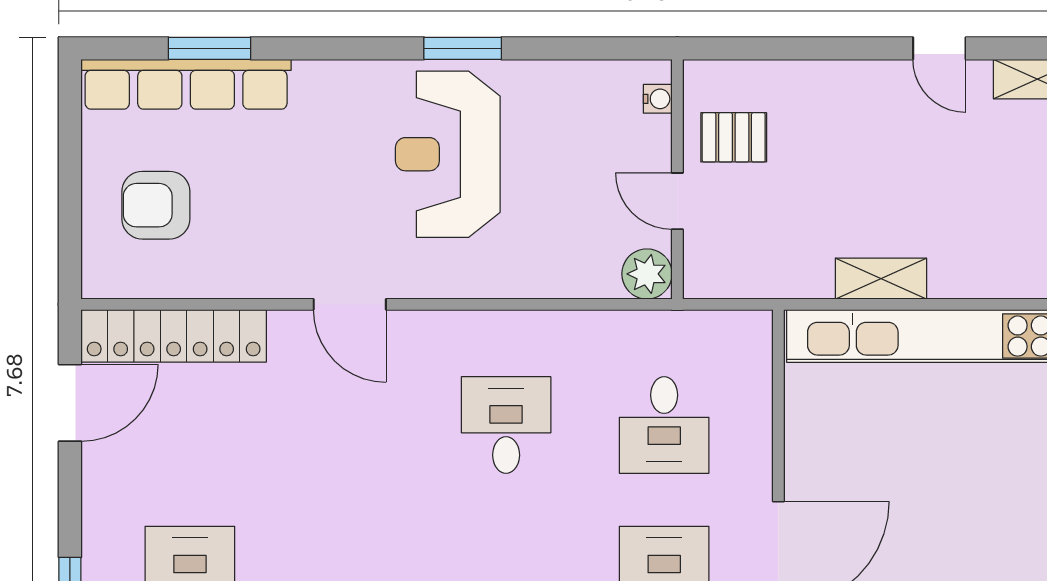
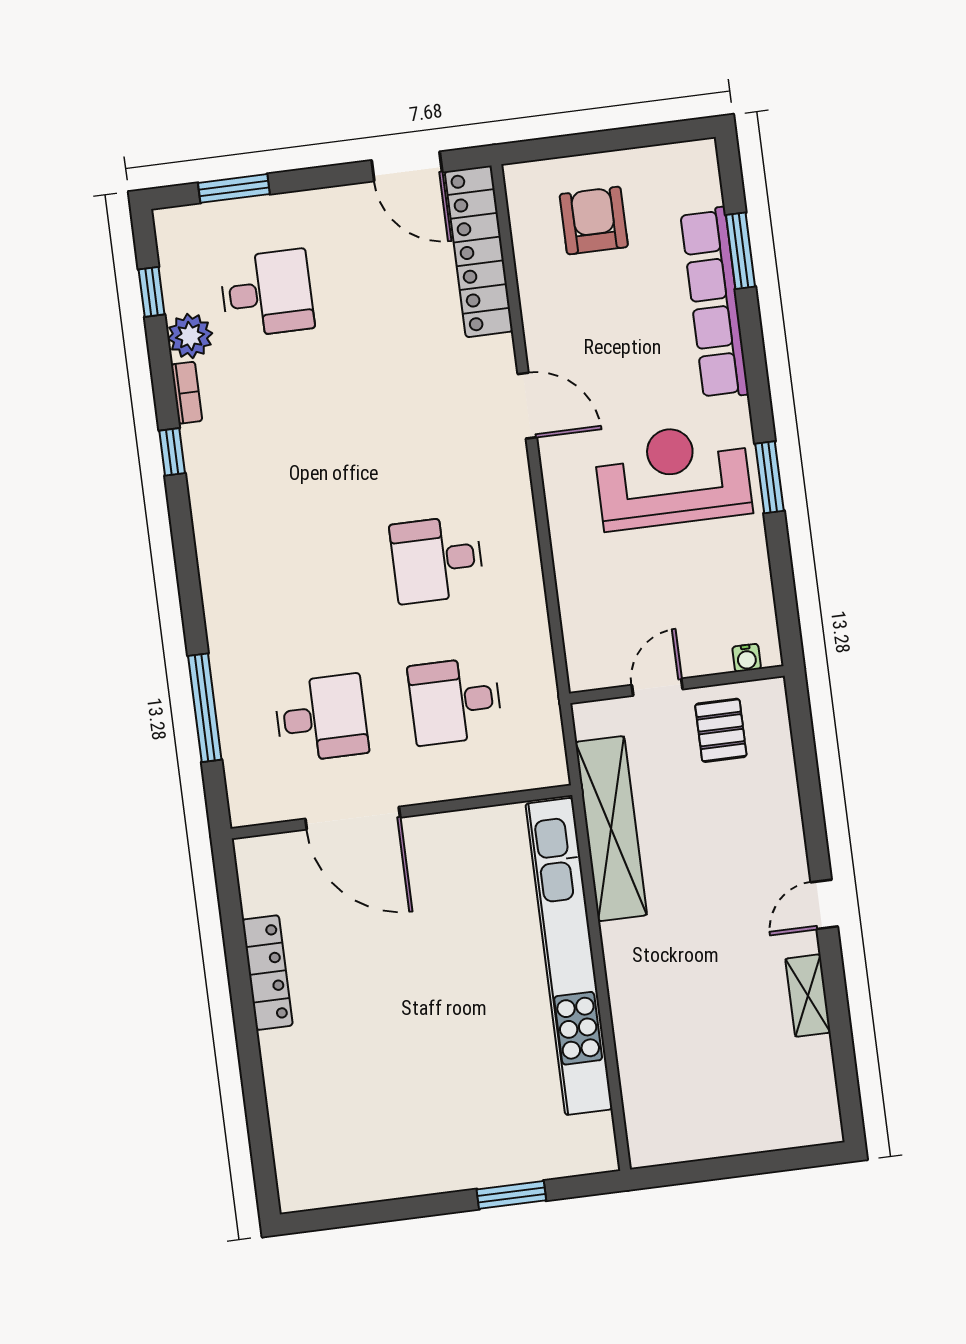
row of seats: (186, 84) -> (714, 303), moved
plant: (647, 274) -> (589, 668), removed
shelving: (881, 279) -> (611, 829), width x2.20, depth x1.33
door: (350, 304) -> (527, 406), swing flipped
desk: (506, 425) -> (437, 559), turned 180

